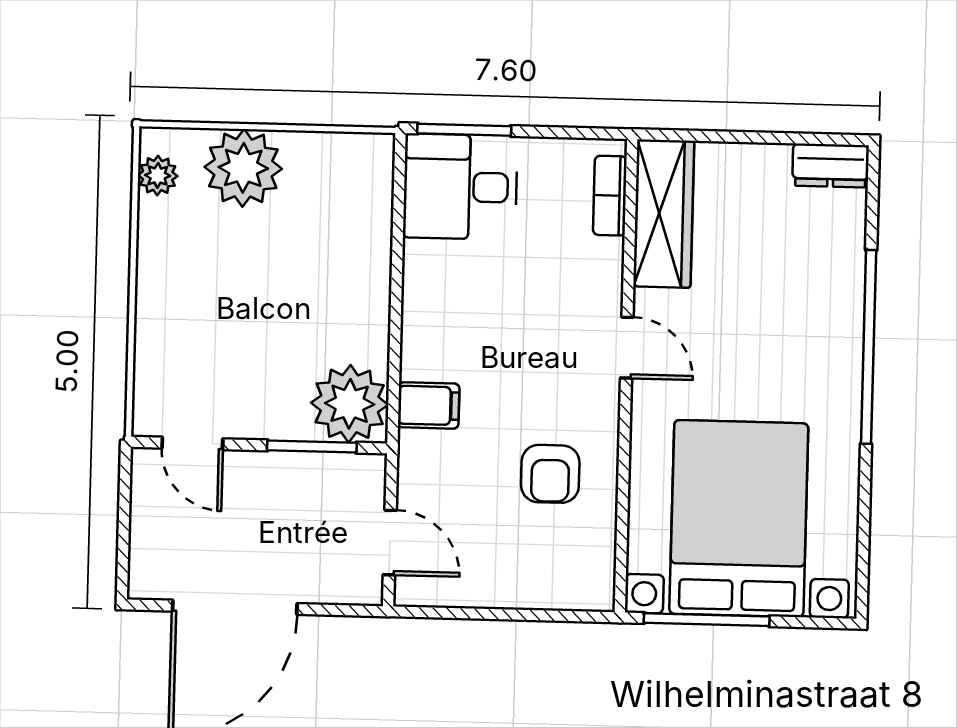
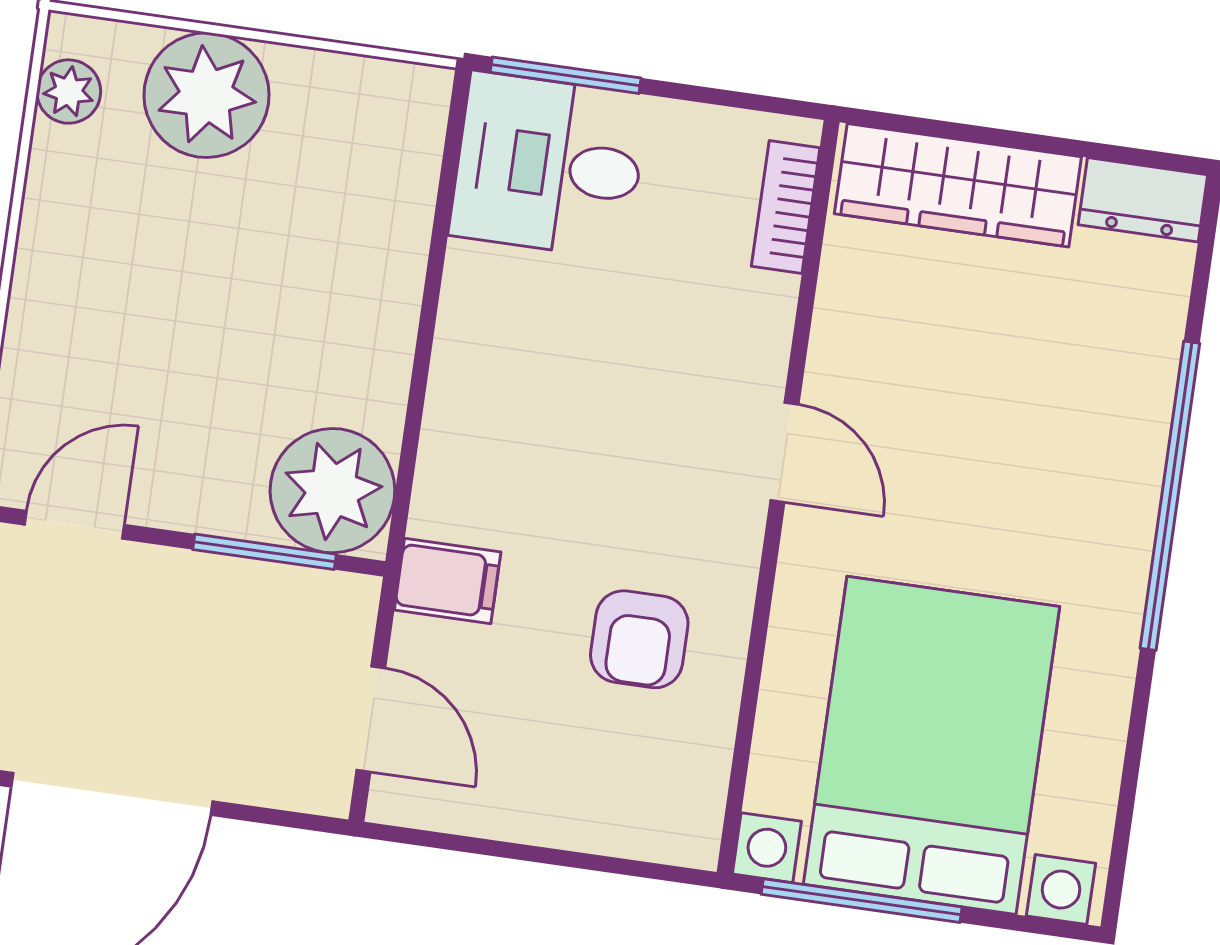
wardrobe: (664, 214) -> (958, 185), moved, turned 90
filing cabinet: (429, 405) -> (448, 581), moved
door: (192, 443) -> (74, 525), swing flipped

